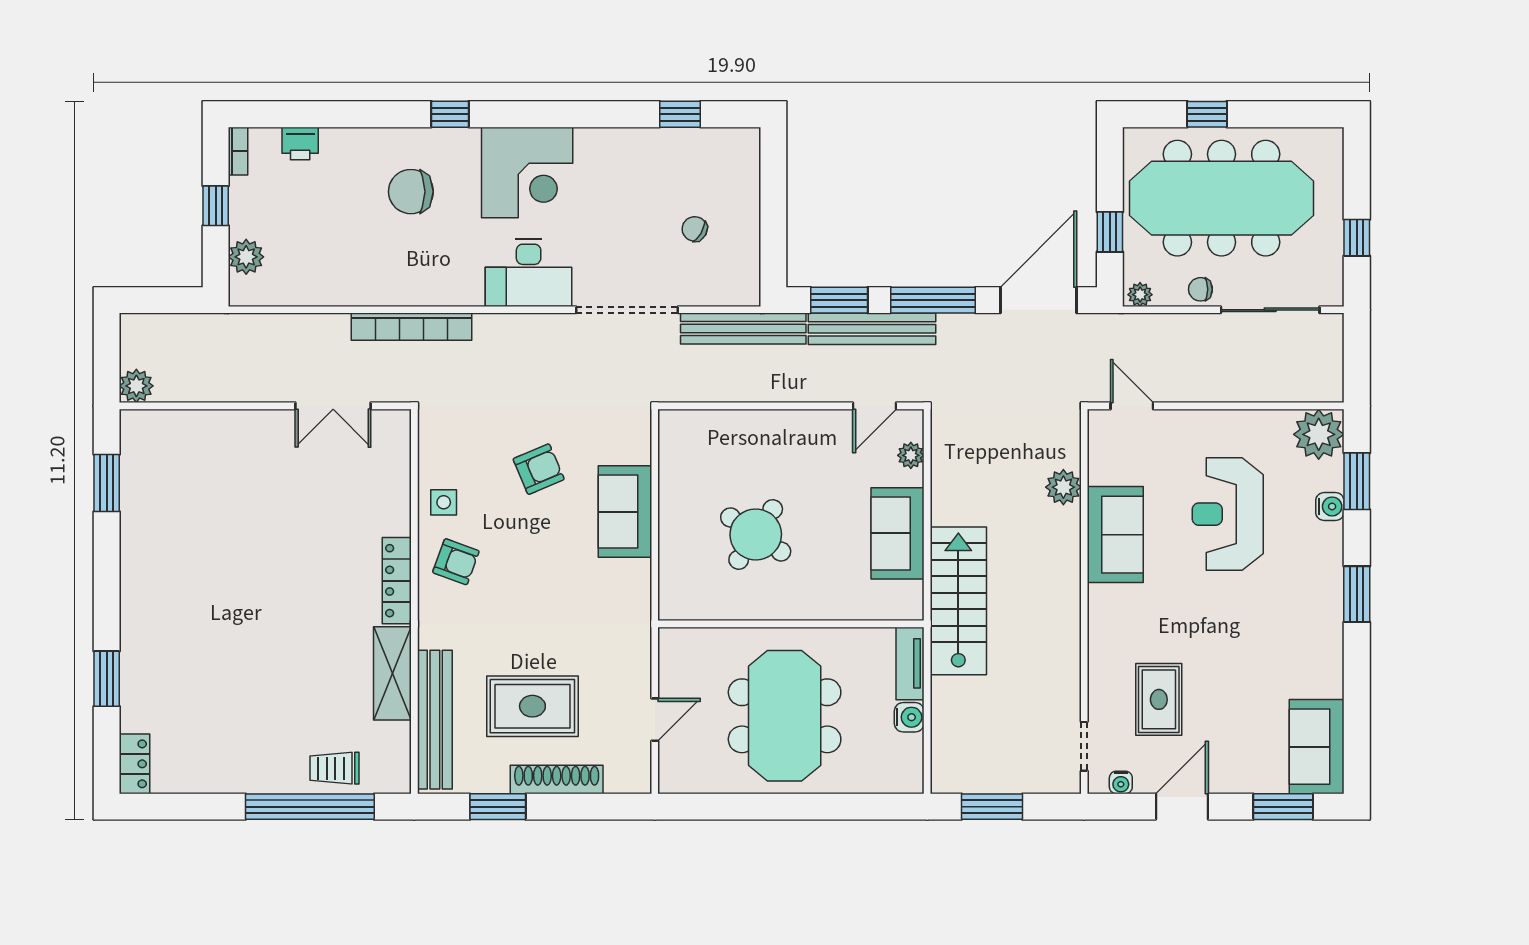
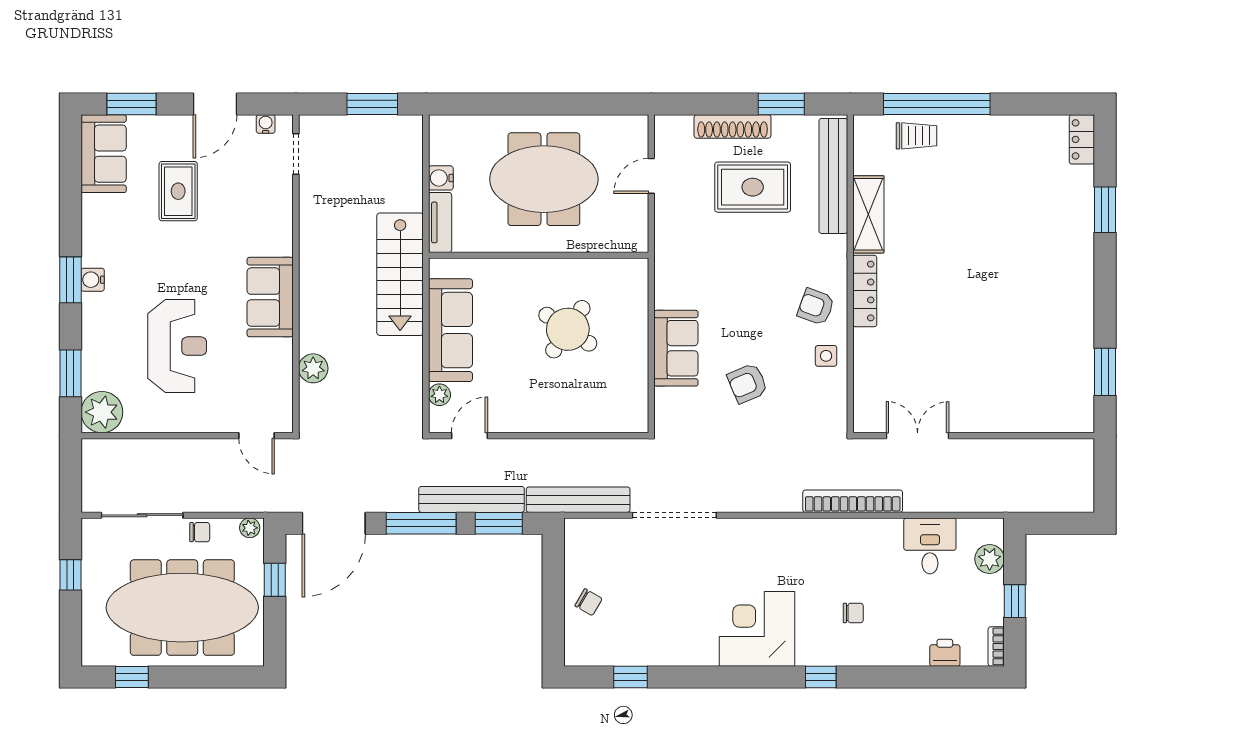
window: (1207, 114) -> (132, 677), moved
chair: (411, 192) -> (853, 613), width x0.54, depth x0.54
chair: (695, 229) -> (589, 602), moved
desk: (529, 273) -> (930, 546), moved, width x0.73
plant: (136, 386) -> (1080, 452), removed
water cooler: (1330, 506) -> (93, 280), moved
sofa: (898, 533) -> (450, 330), width x1.36
sofa: (1115, 535) -> (270, 297), moved
rug: (1159, 699) -> (178, 191), moved
meeting table: (785, 716) -> (544, 179), turned 90

